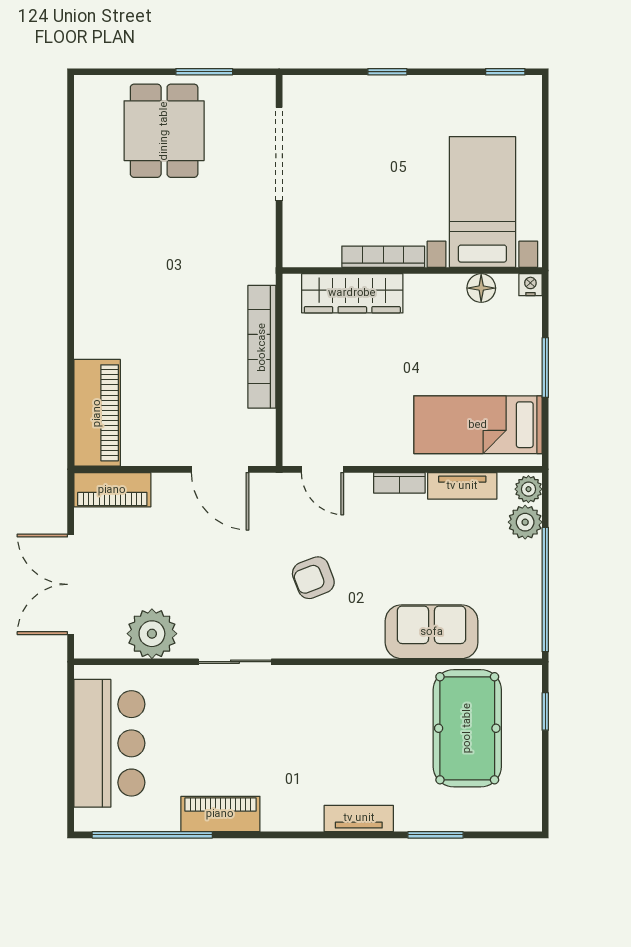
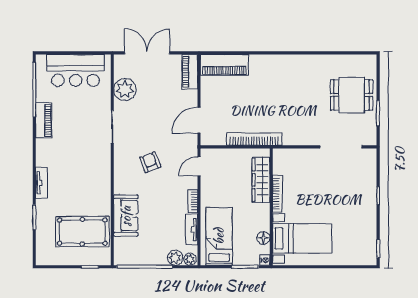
bed with nightstands: (482, 202) -> (302, 238), moved
bookcase: (383, 257) -> (277, 194), moved
wall: (412, 271) -> (271, 207), moved
nightstand: (530, 285) -> (265, 260), moved
floor lamp: (481, 288) -> (263, 238), moved
wardrobe: (352, 293) -> (261, 180), moved

